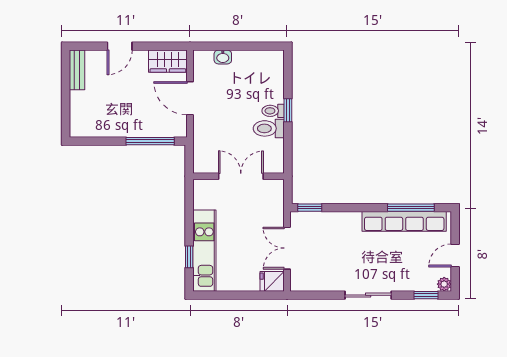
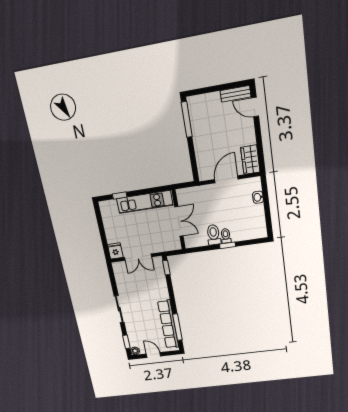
door: (120, 46) -> (255, 107), moved
window: (150, 141) -> (187, 120), moved
double door: (287, 248) -> (138, 257), swing flipped
kitchen unit: (204, 251) -> (145, 202), moved

